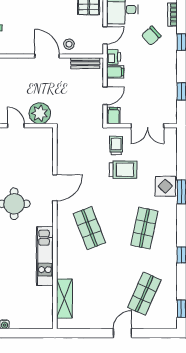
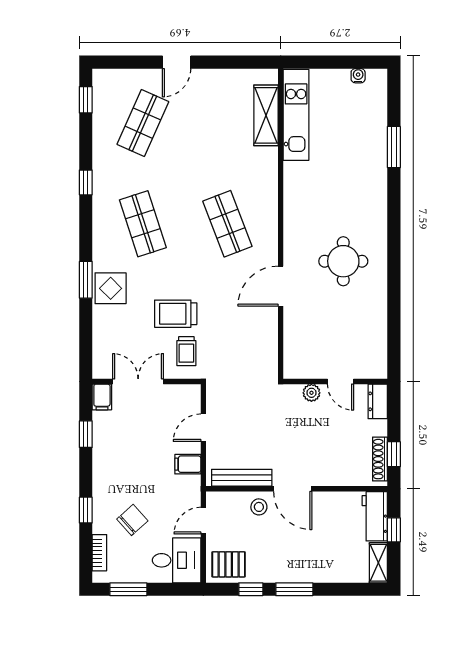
printer: (114, 57) -> (190, 487), removed
bench: (85, 63) -> (242, 478), width x1.36
plant: (40, 113) -> (311, 393), width x0.53, depth x0.53
filing cabinet: (114, 116) -> (102, 397), moved
shop shelf: (144, 228) -> (143, 224), turned -30
kitchen unit: (45, 256) -> (296, 115), moved

